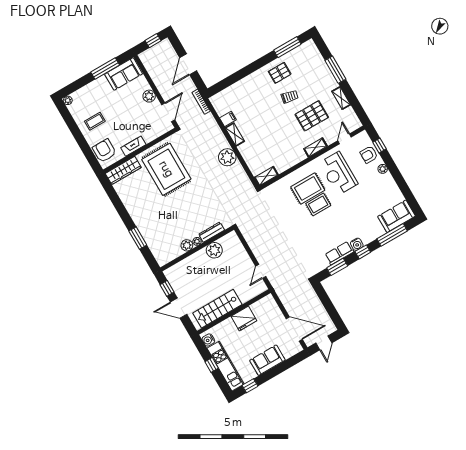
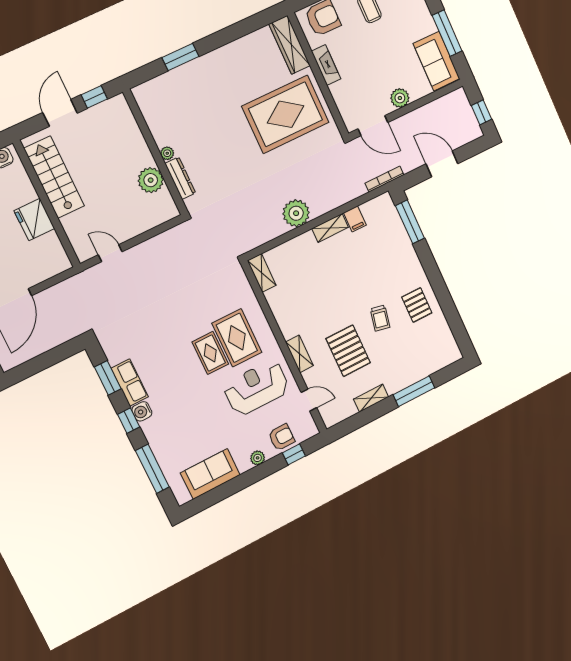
window: (287, 47) -> (410, 222), moved
armchair: (369, 155) -> (282, 437), turned 90
sofa: (396, 216) -> (210, 474), moved, turned -90
plant: (187, 245) -> (162, 136), removed

